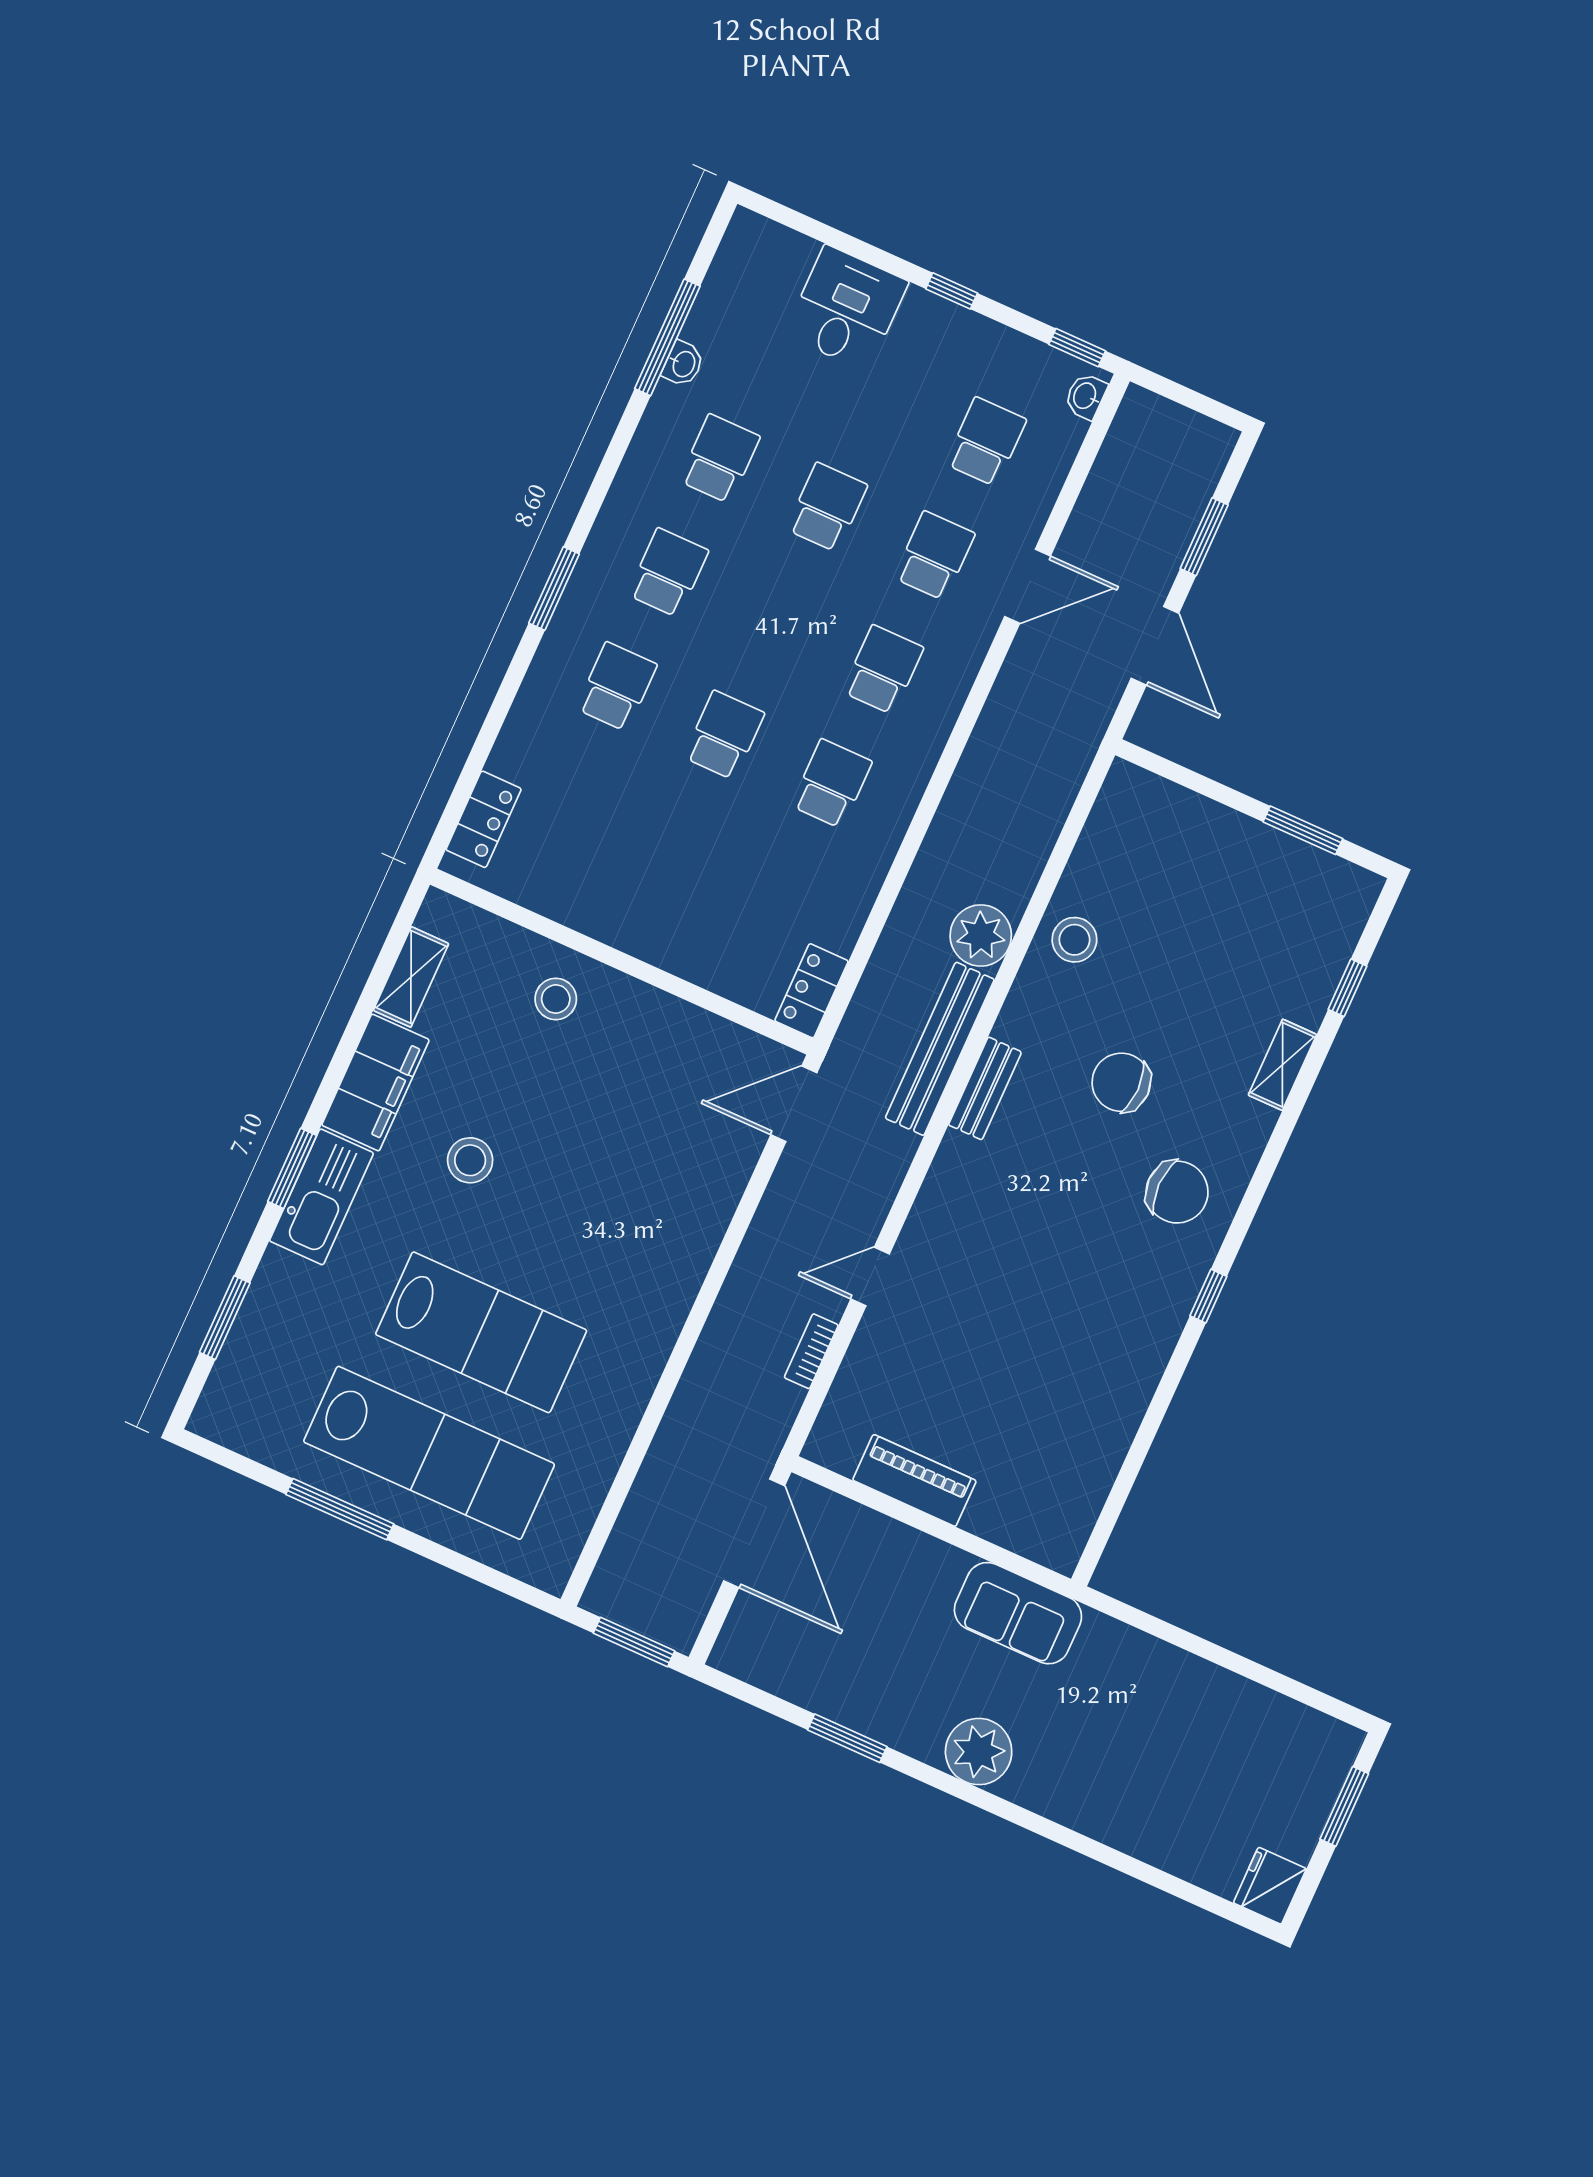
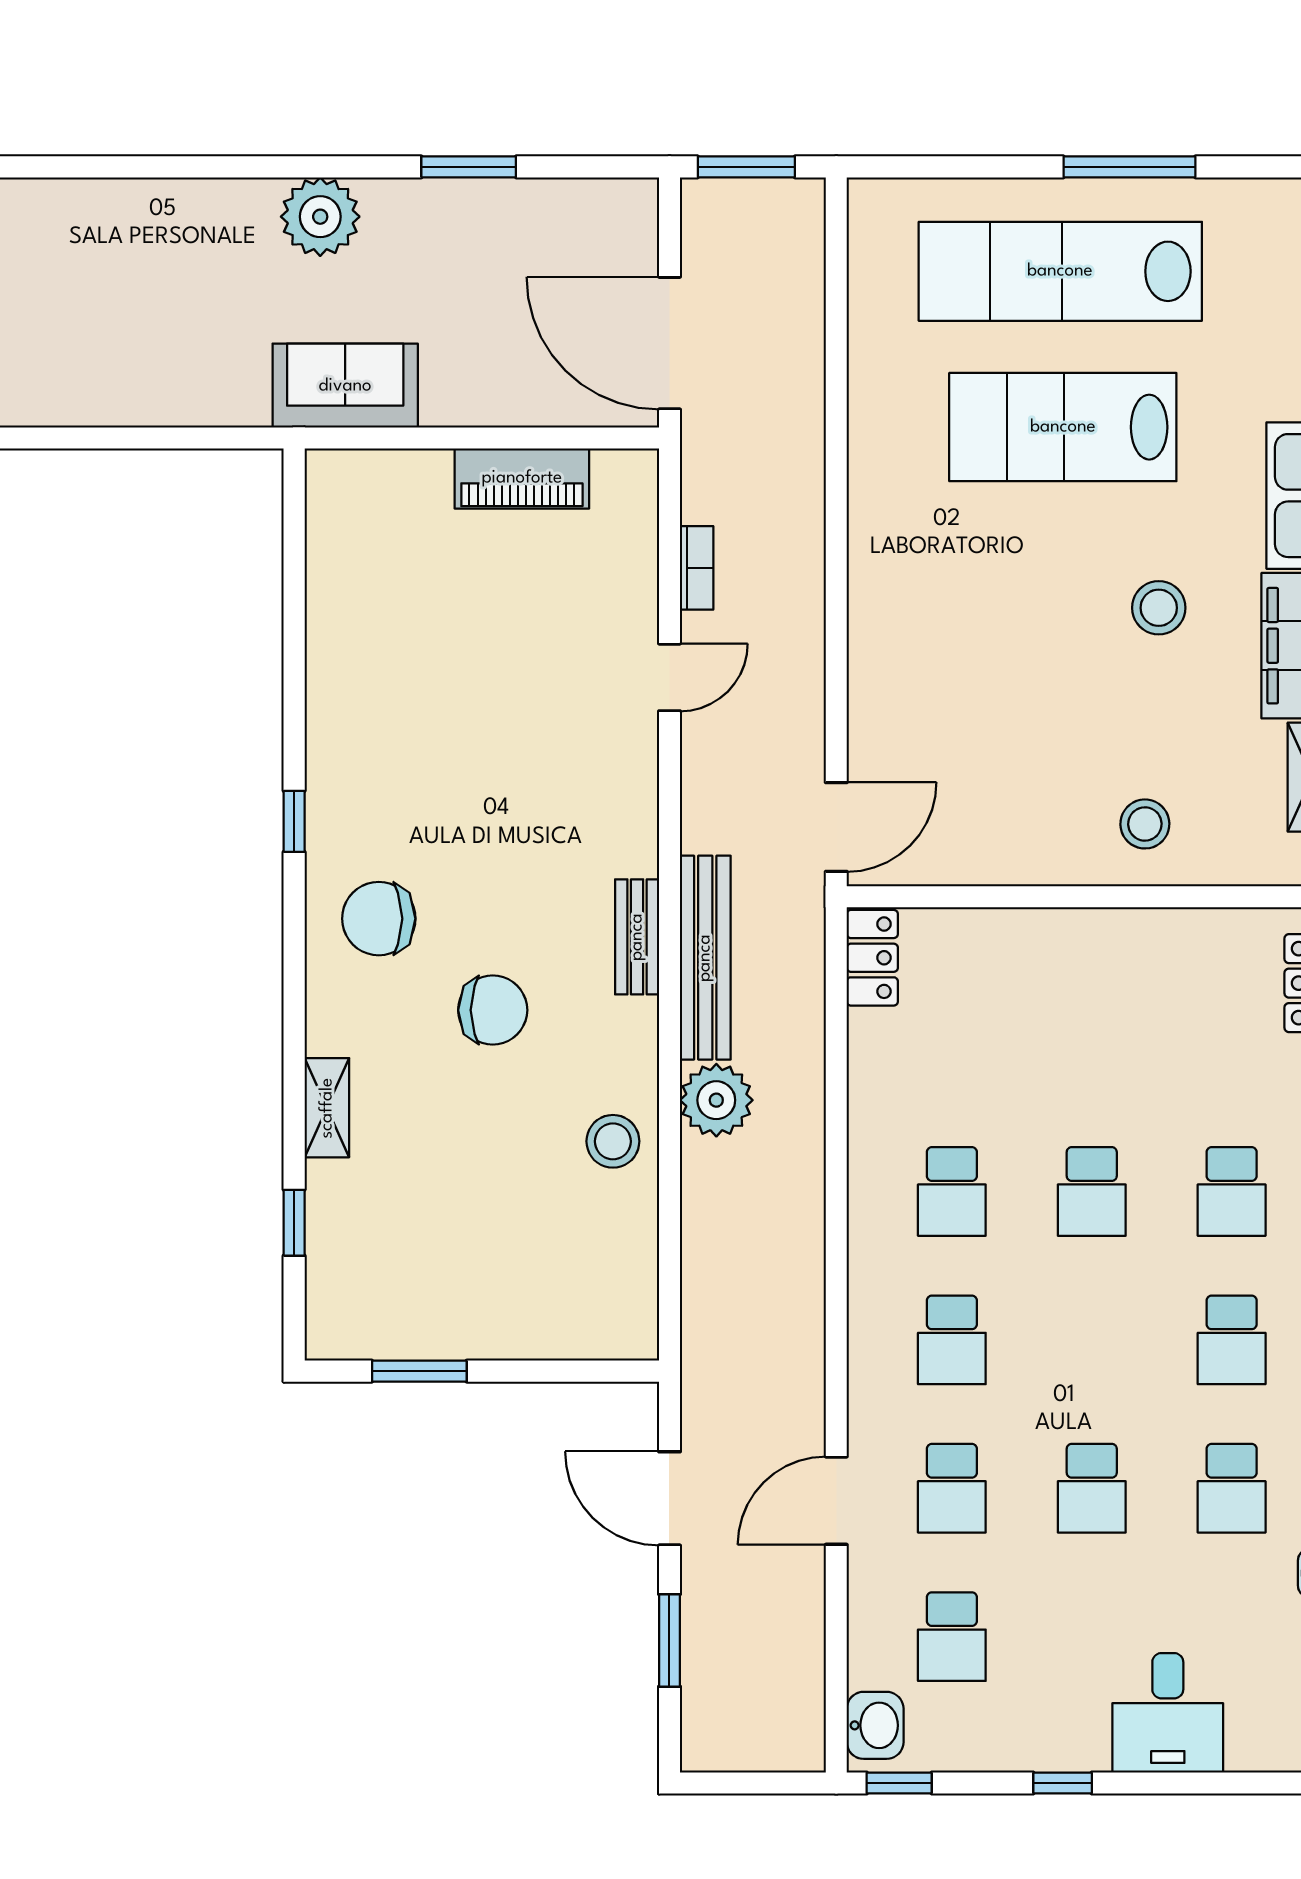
washbasin: (1086, 396) -> (875, 1725), width x1.38, depth x1.45

